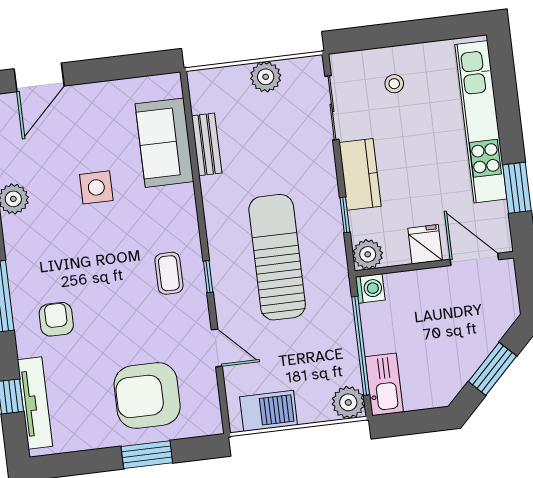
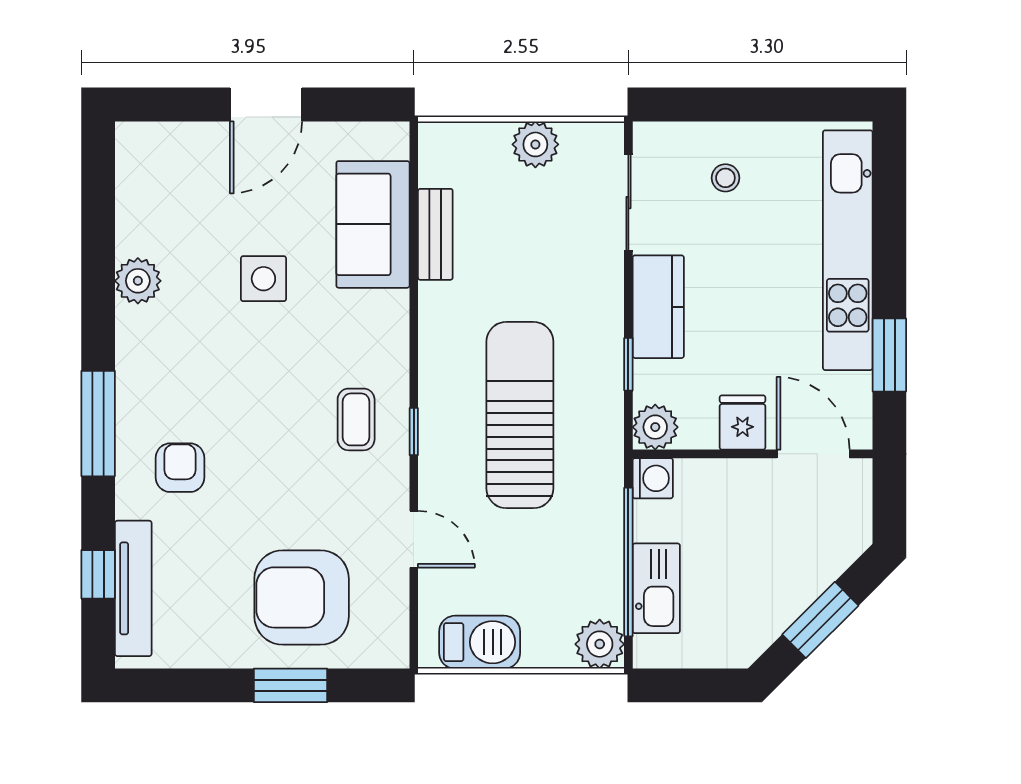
door: (39, 77) -> (266, 105), moved
kitchen sink: (384, 384) -> (656, 588), moved

